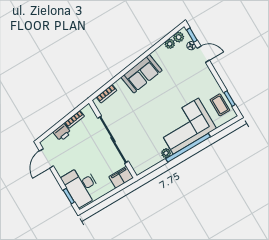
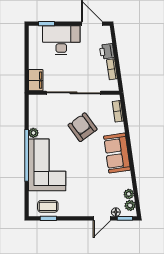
armchair: (137, 115) -> (83, 127), added
desk: (81, 186) -> (61, 40), moved

